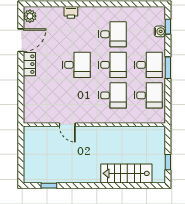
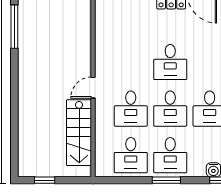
door: (67, 125) -> (93, 88), moved
stairs: (126, 173) -> (79, 133), moved, turned 180
window: (49, 186) -> (14, 27), width x2.17

